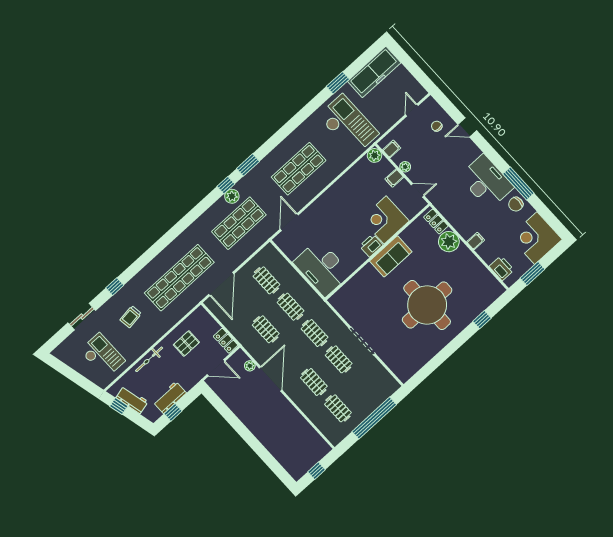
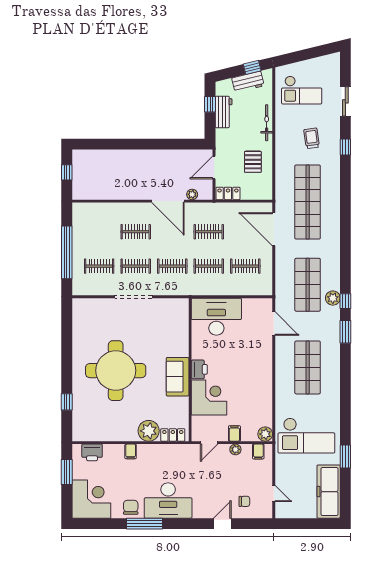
clothes rail: (338, 408) -> (99, 266), moved

